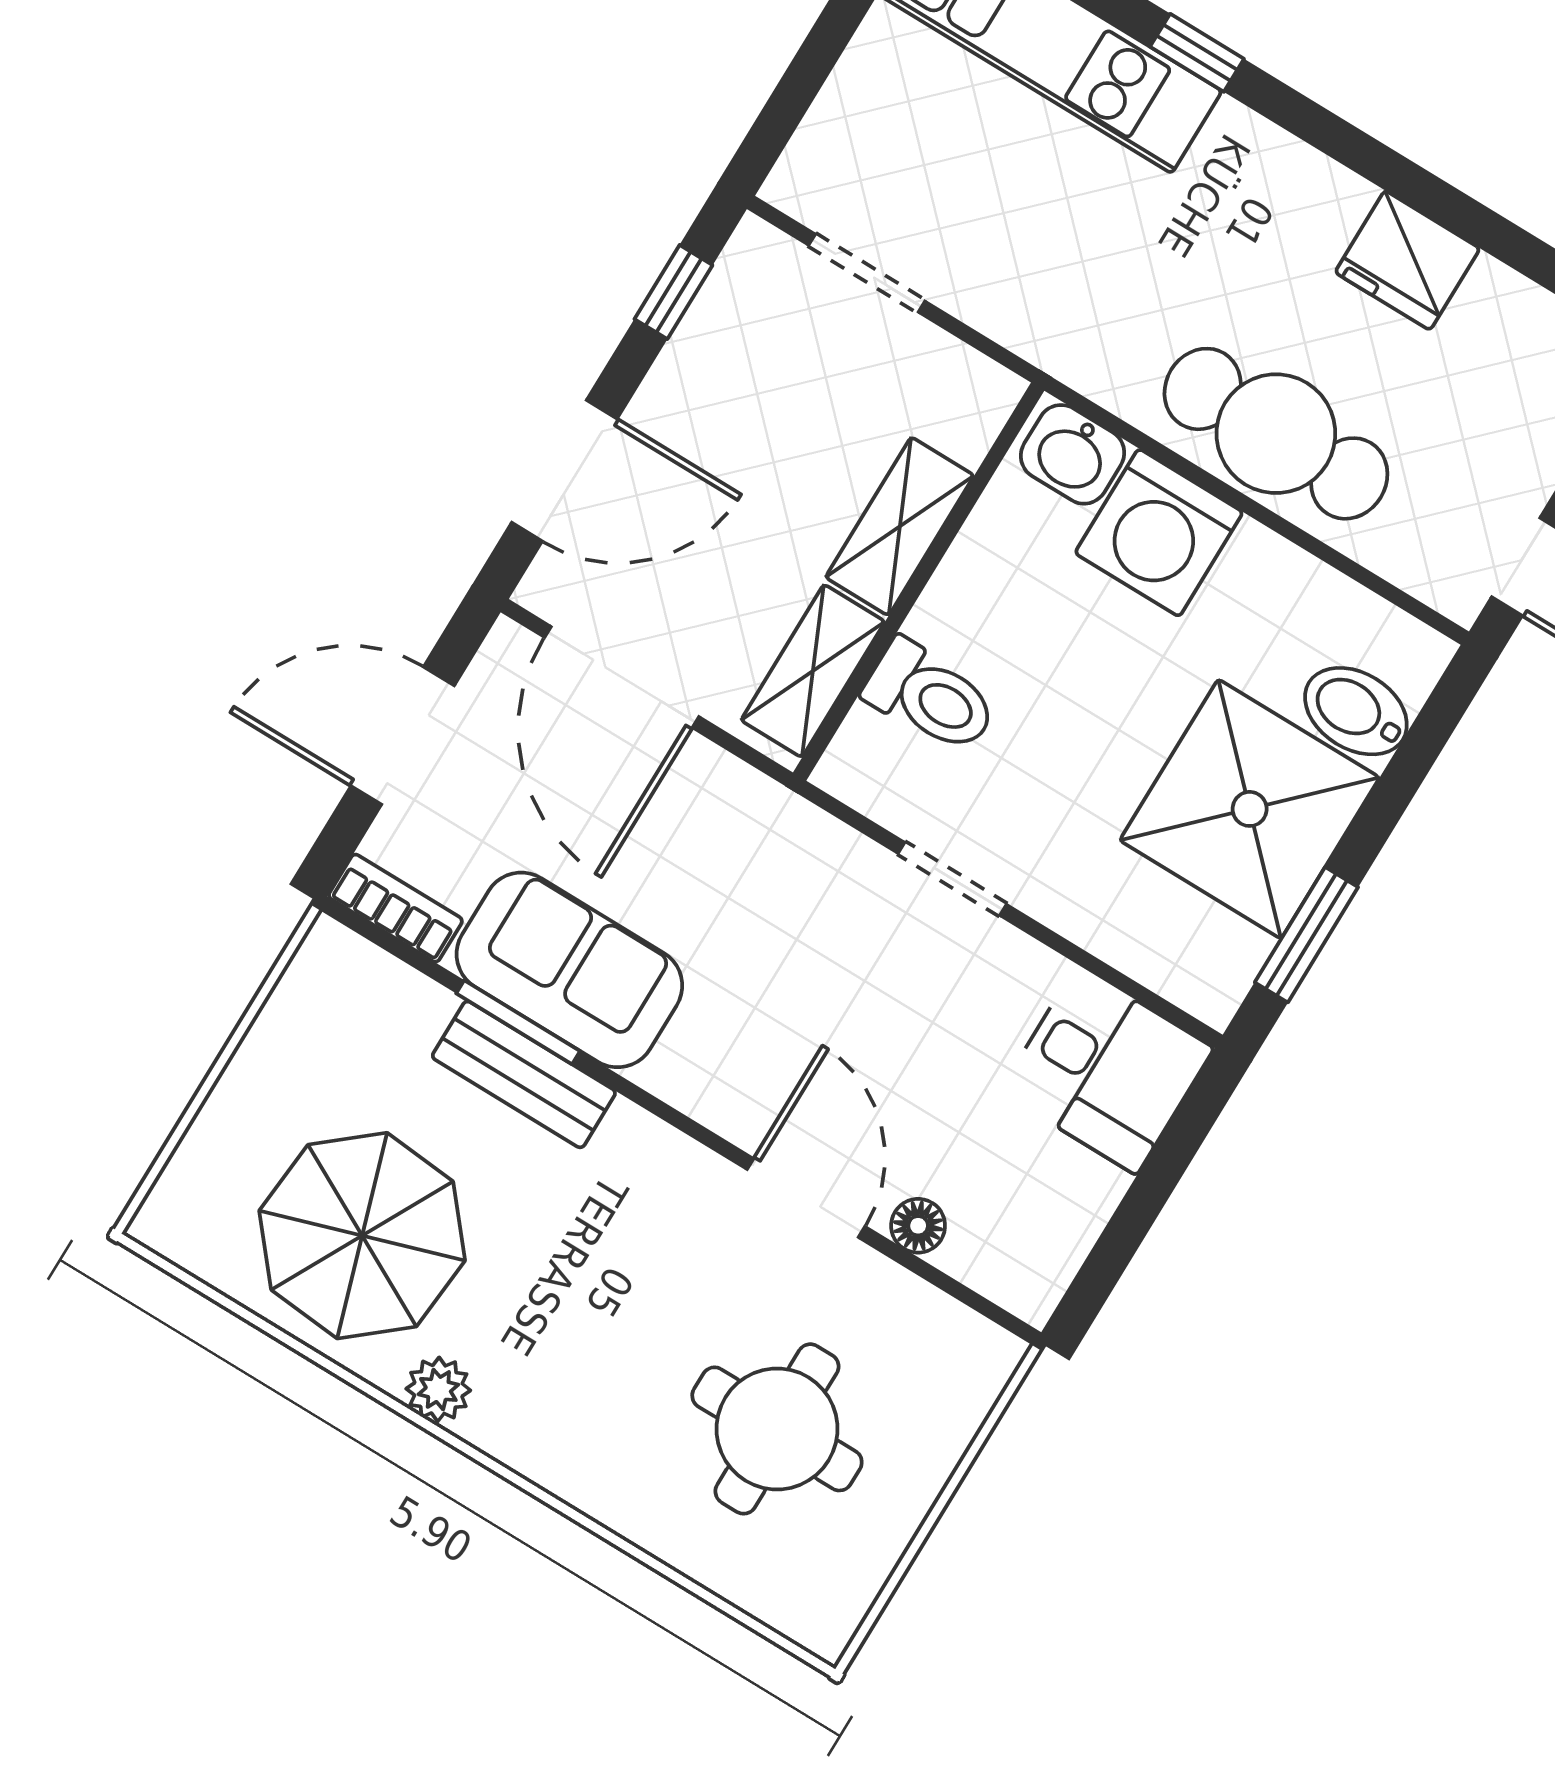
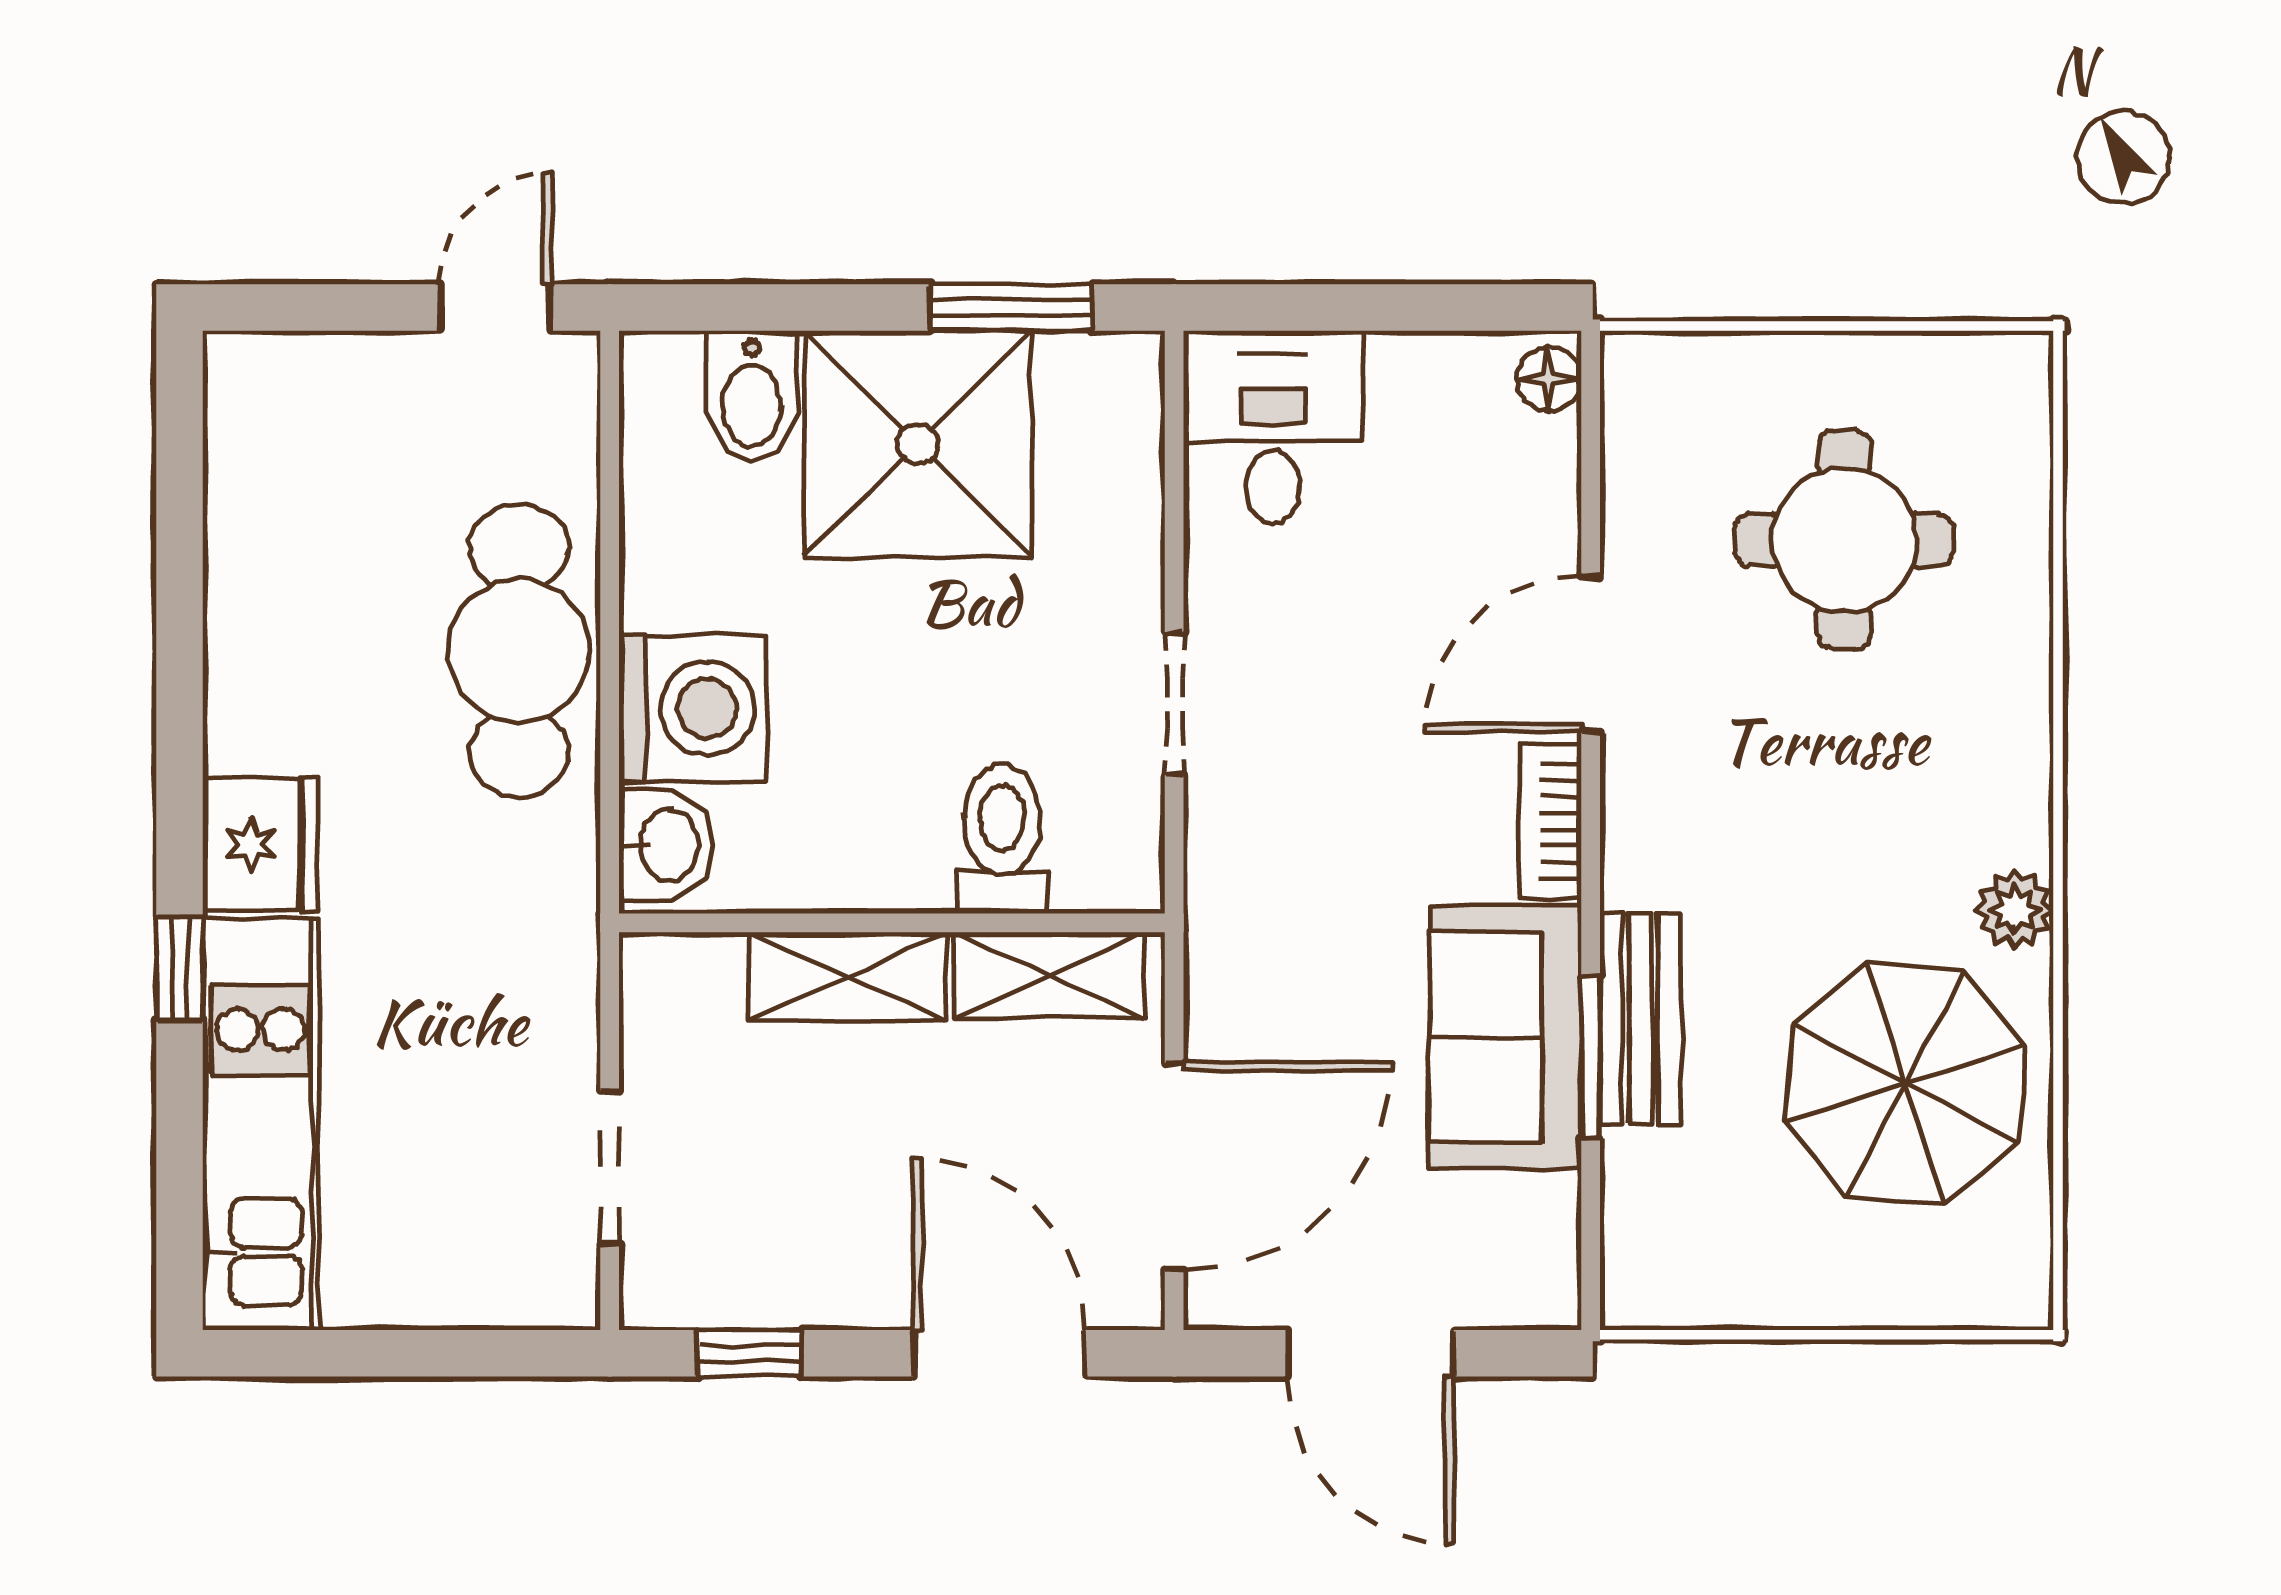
fridge: (1407, 260) -> (260, 844), moved
bookcase: (395, 908) -> (1551, 821), moved
floor lamp: (918, 1226) -> (1549, 379), moved

